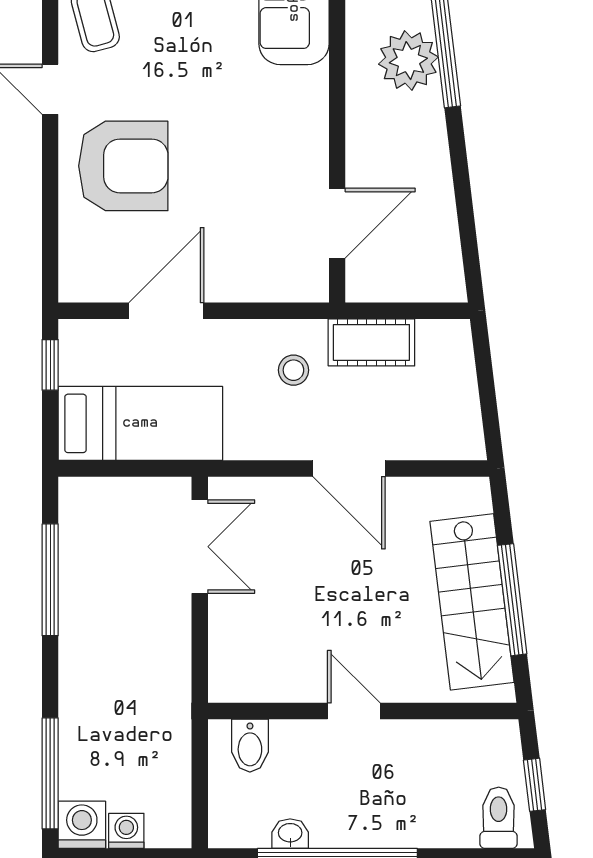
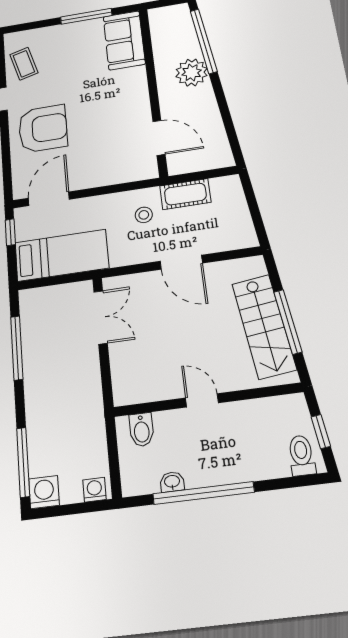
plant: (408, 61) -> (192, 72), moved
door: (337, 223) -> (159, 138), hinge flipped
door: (166, 311) -> (49, 199), moved
washing machine: (126, 831) -> (94, 490), moved

